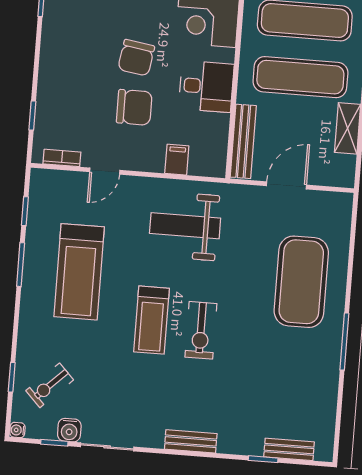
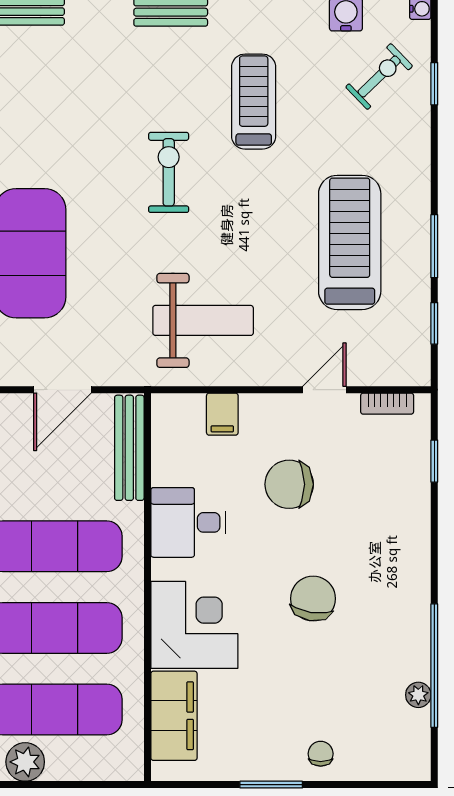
chair: (136, 58) -> (313, 599), moved
treadmill: (152, 320) -> (254, 102), moved

